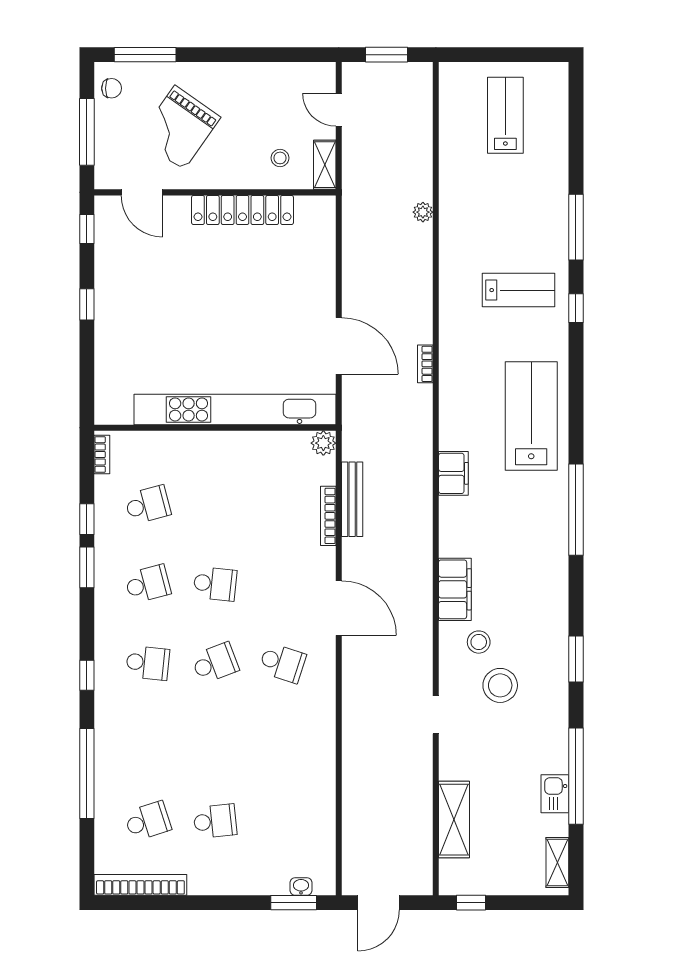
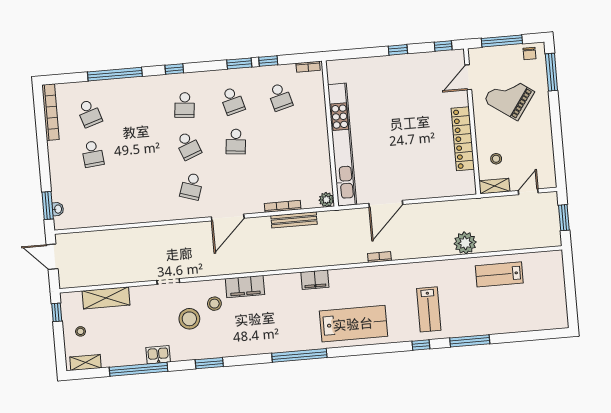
lab bench: (505, 115) -> (499, 274), moved, turned 180
plant: (423, 212) -> (465, 243), width x1.88, depth x1.88
kitchen sink: (555, 794) -> (158, 355), moved
stool: (506, 866) -> (81, 331), added

